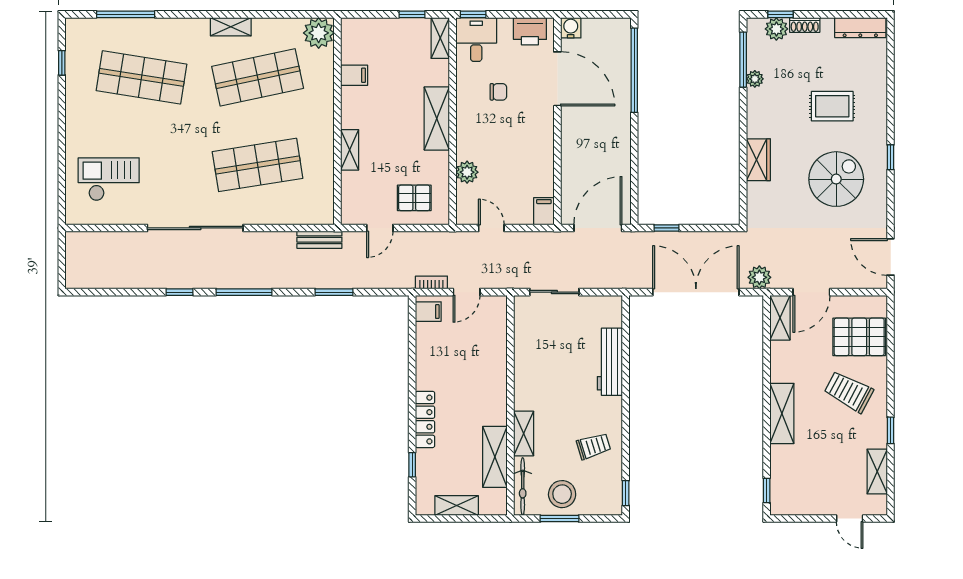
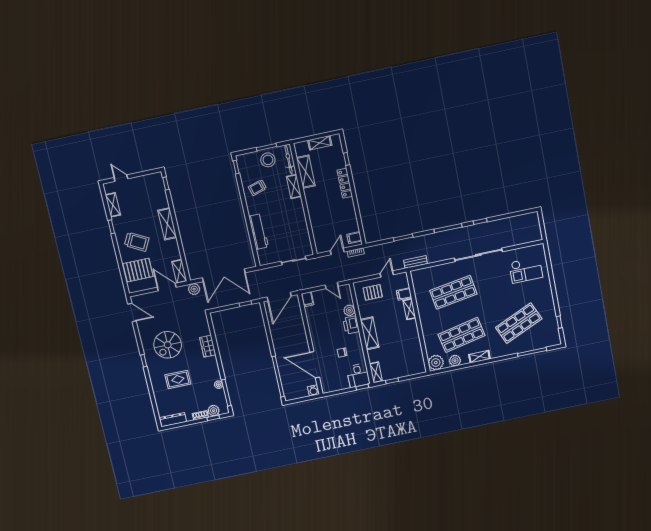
plant: (280, 29) -> (455, 361), added
printer: (530, 31) -> (351, 325), moved, turned -90
filing cabinet: (354, 75) -> (404, 294), moved
shop shelf: (142, 77) -> (519, 323), turned -33
door: (811, 292) -> (167, 287), hinge flipped

